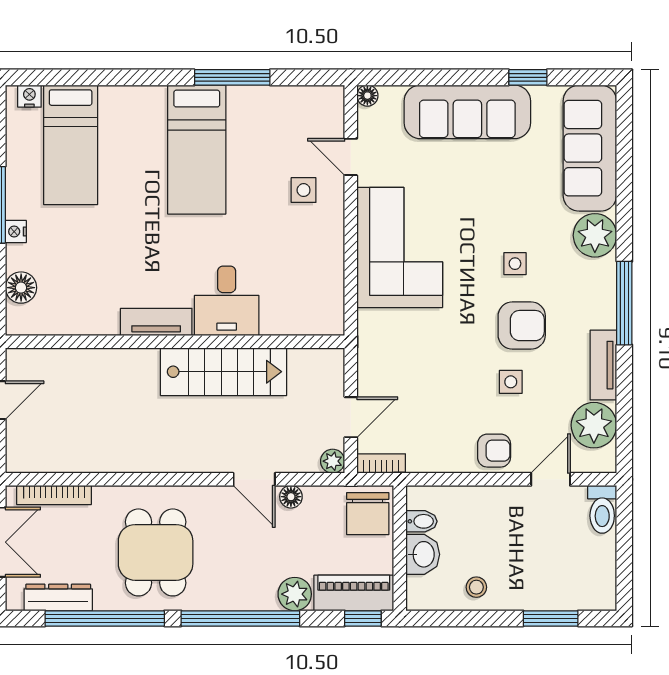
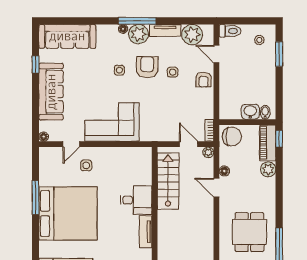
bed: (197, 150) -> (68, 213), width x2.04
plant: (595, 235) -> (138, 34), moved
floor lamp: (607, 272) -> (123, 29), added
stairs: (224, 372) -> (168, 181), moved
armchair: (494, 451) -> (204, 80), turned 180
door: (254, 479) -> (216, 188), swing flipped
bidet: (421, 521) -> (265, 112), moved
dining table: (156, 552) -> (249, 232), turned 90
stool: (476, 587) -> (259, 40), moved
window: (240, 618) -> (279, 194), removed

